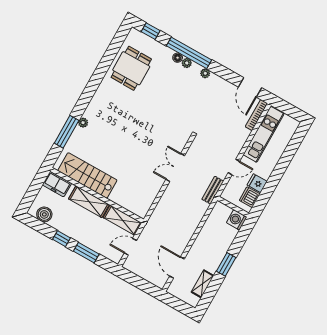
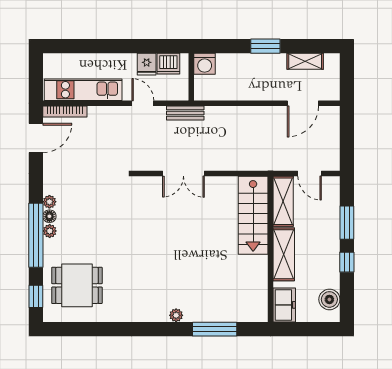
floor lamp: (178, 58) -> (49, 216), moved
dining table: (131, 68) -> (77, 285), moved
plant: (83, 123) -> (176, 315), moved
stairs: (87, 175) -> (253, 215), moved

